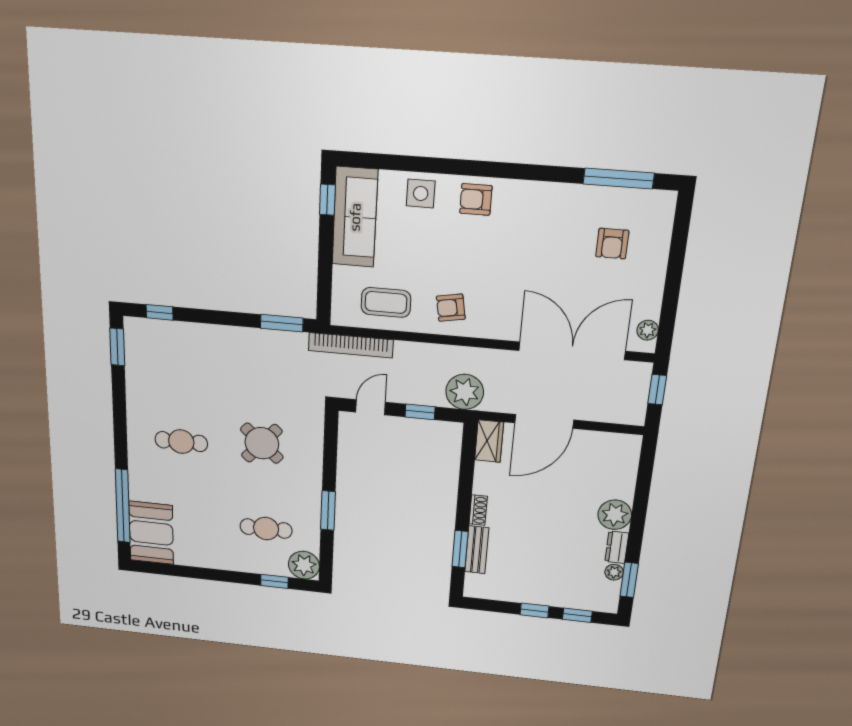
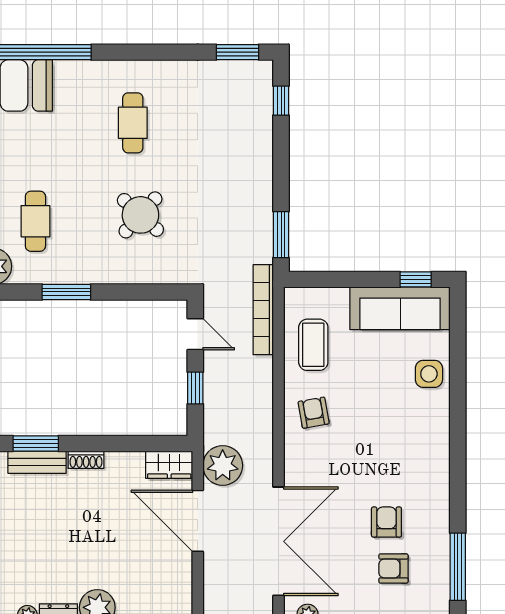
armchair: (476, 199) -> (386, 522), moved
plant: (465, 392) -> (223, 466), moved

